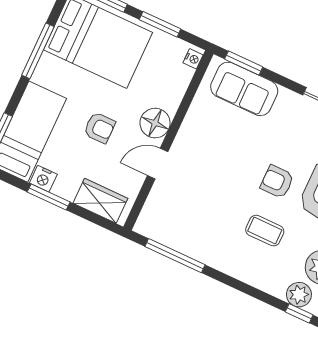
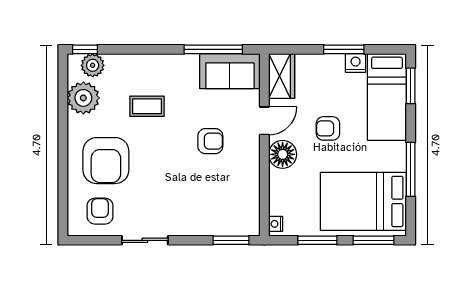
sofa: (244, 89) -> (230, 71), moved, turned 180
armchair: (277, 182) -> (210, 141), moved
wardrobe: (100, 201) -> (282, 76), moved, turned -90

